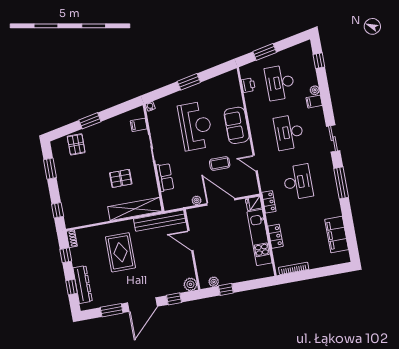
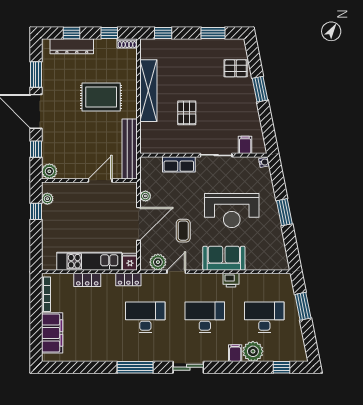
printer: (248, 85) -> (231, 280), moved
plant: (315, 90) -> (253, 351), width x1.87, depth x1.87
plant: (250, 180) -> (158, 262), added
desk: (298, 182) -> (145, 317), turned 180
shelving: (135, 209) -> (148, 91), moved
filing cabinet: (337, 235) -> (52, 333), moved, turned 90

